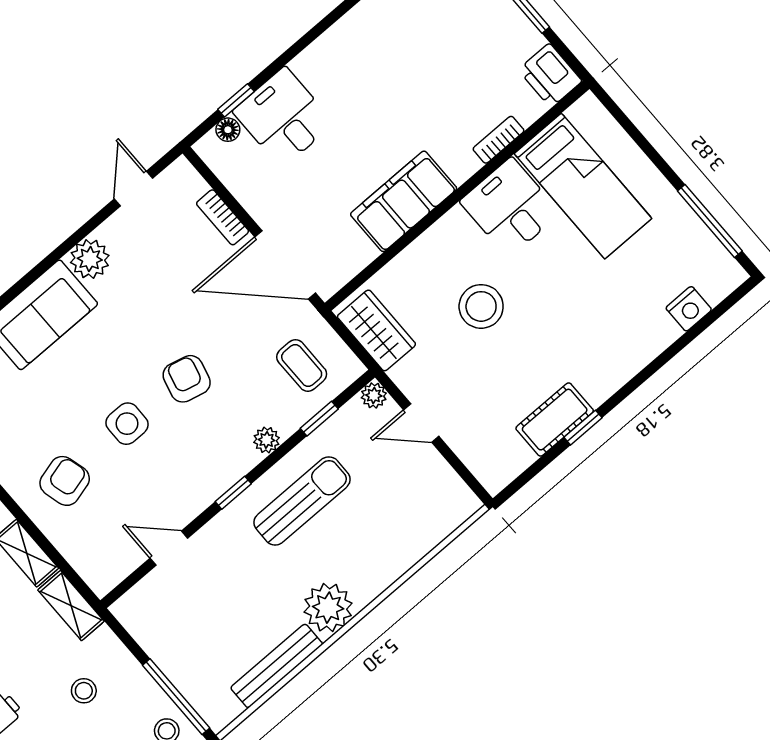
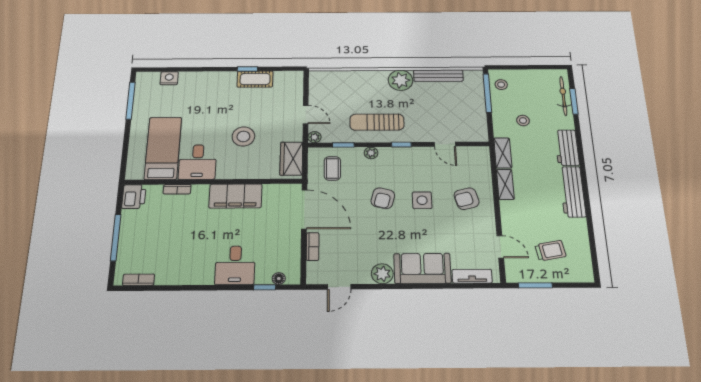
desk: (283, 117) -> (235, 265), moved

